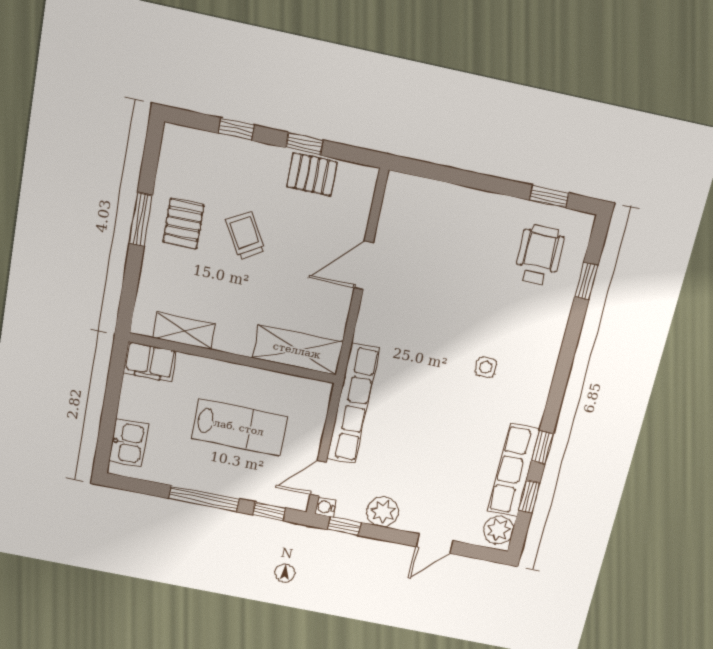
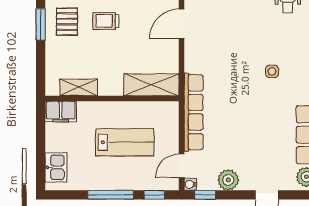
trolley: (246, 236) -> (106, 21), turned -60

